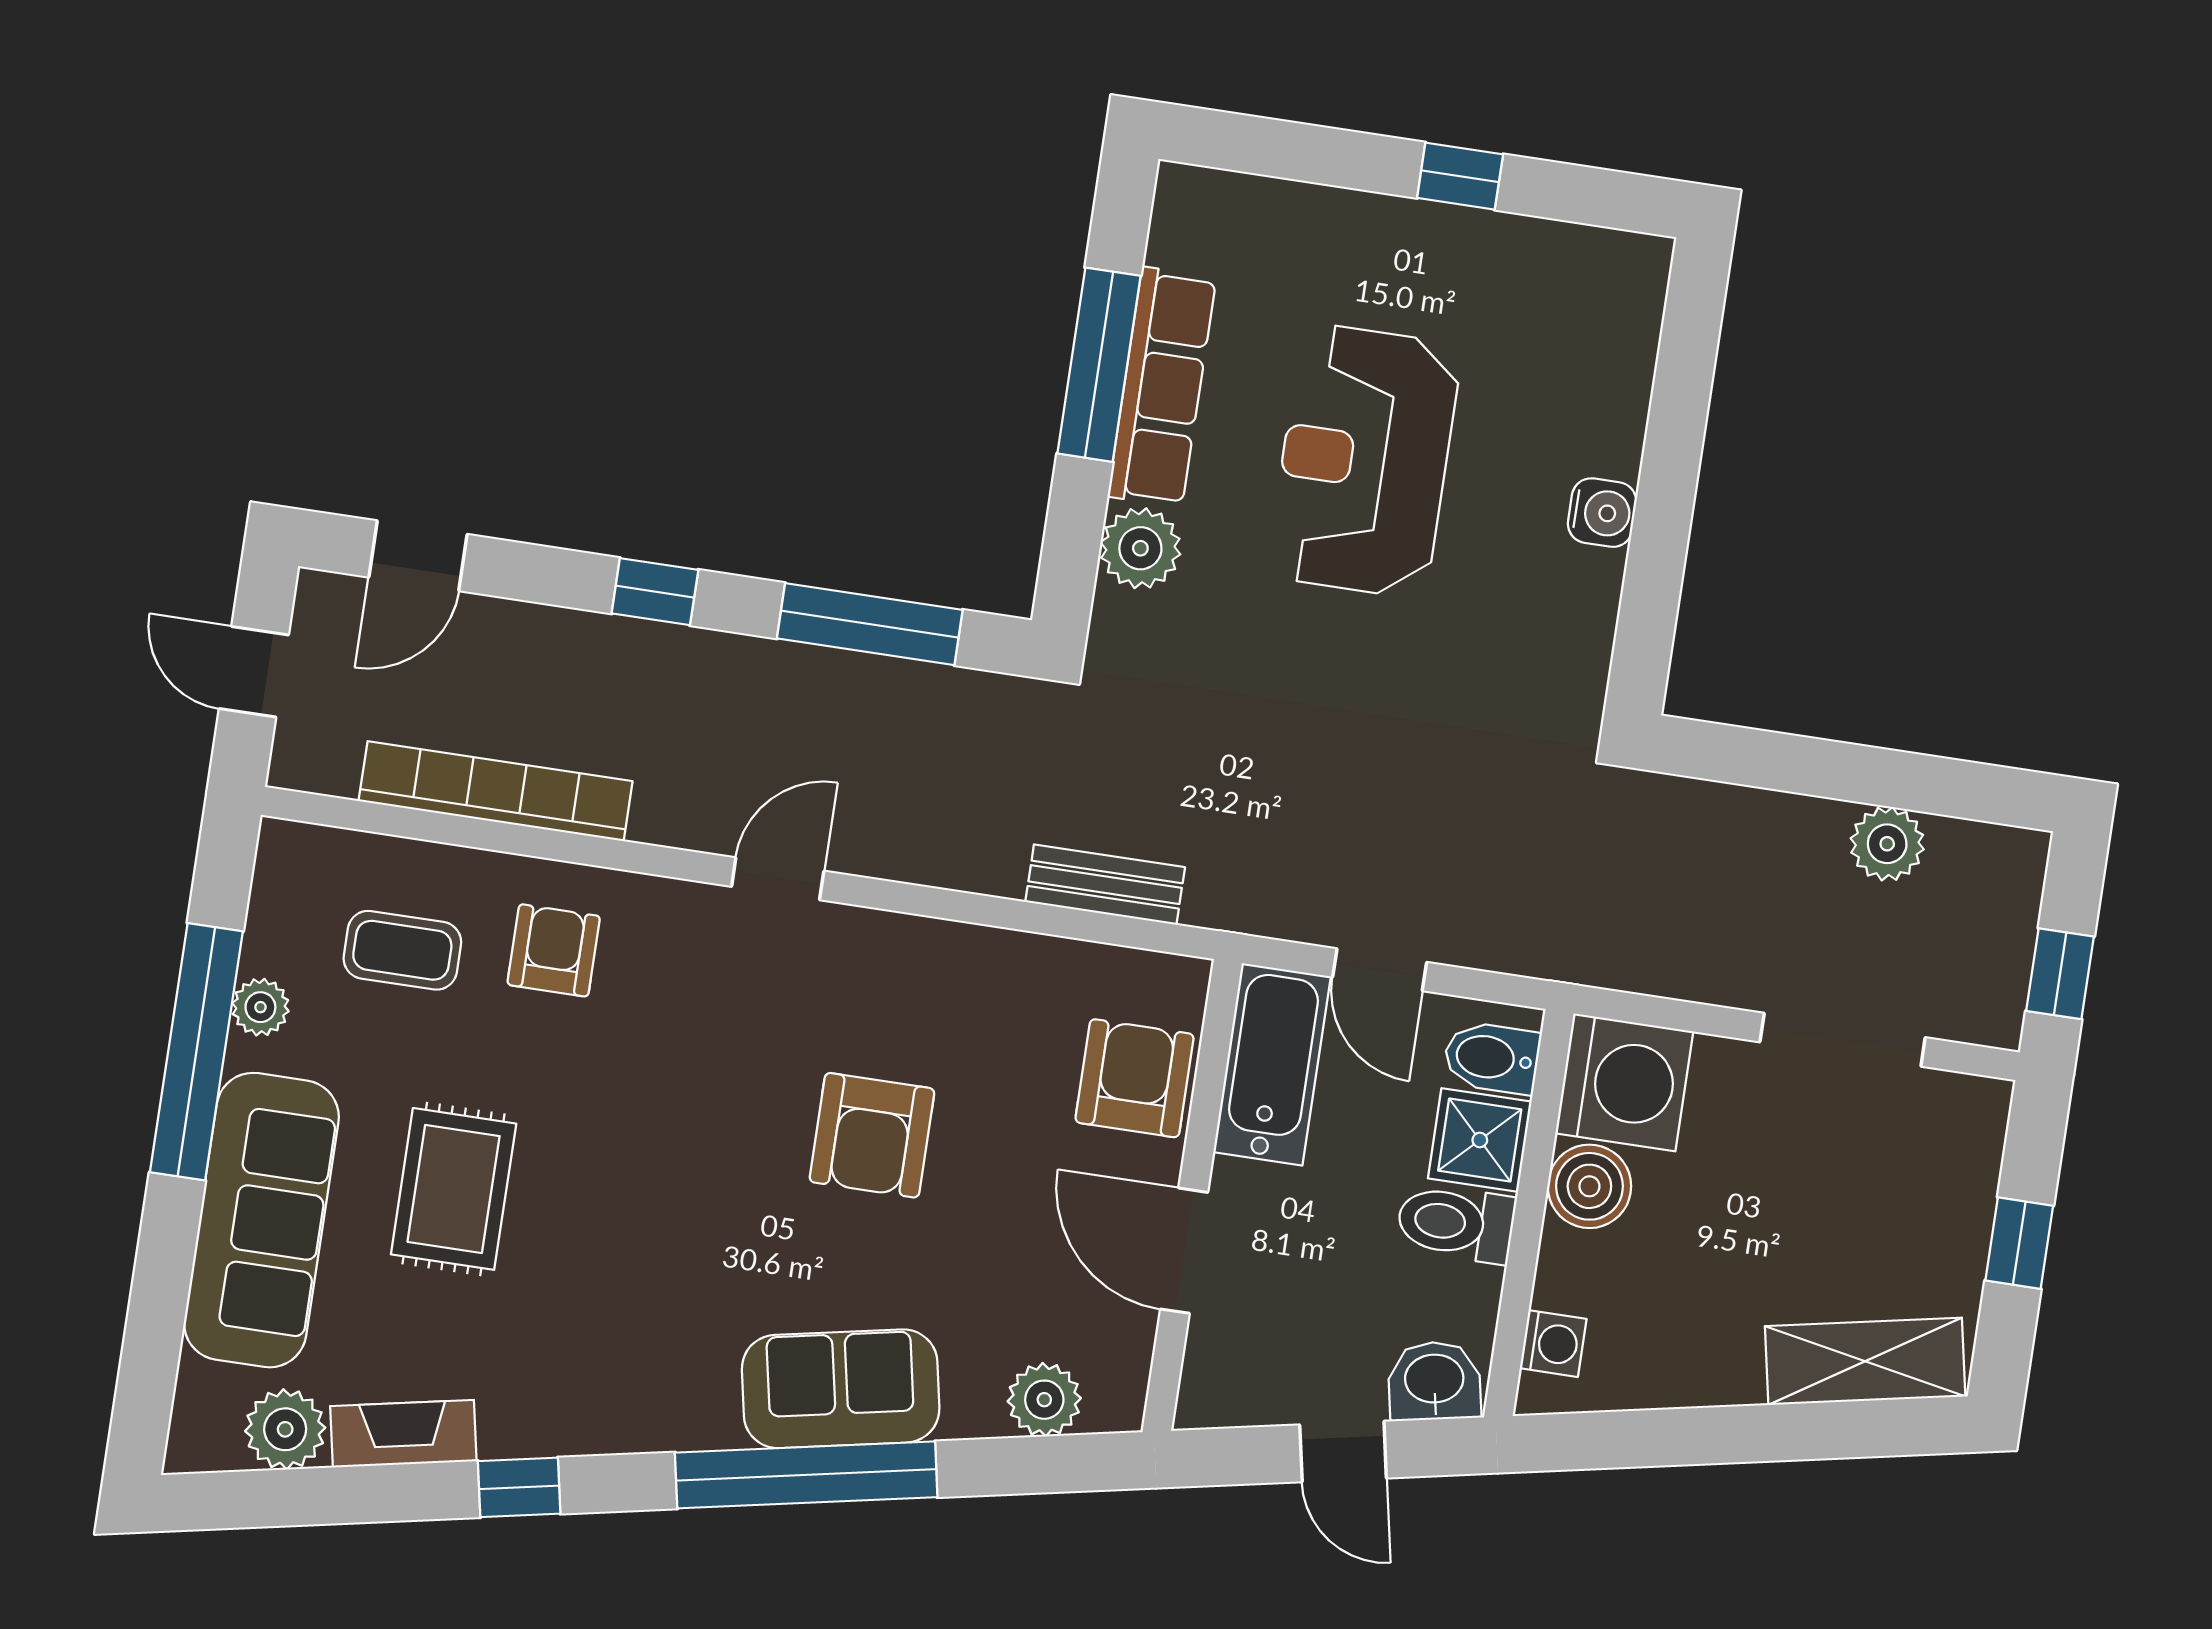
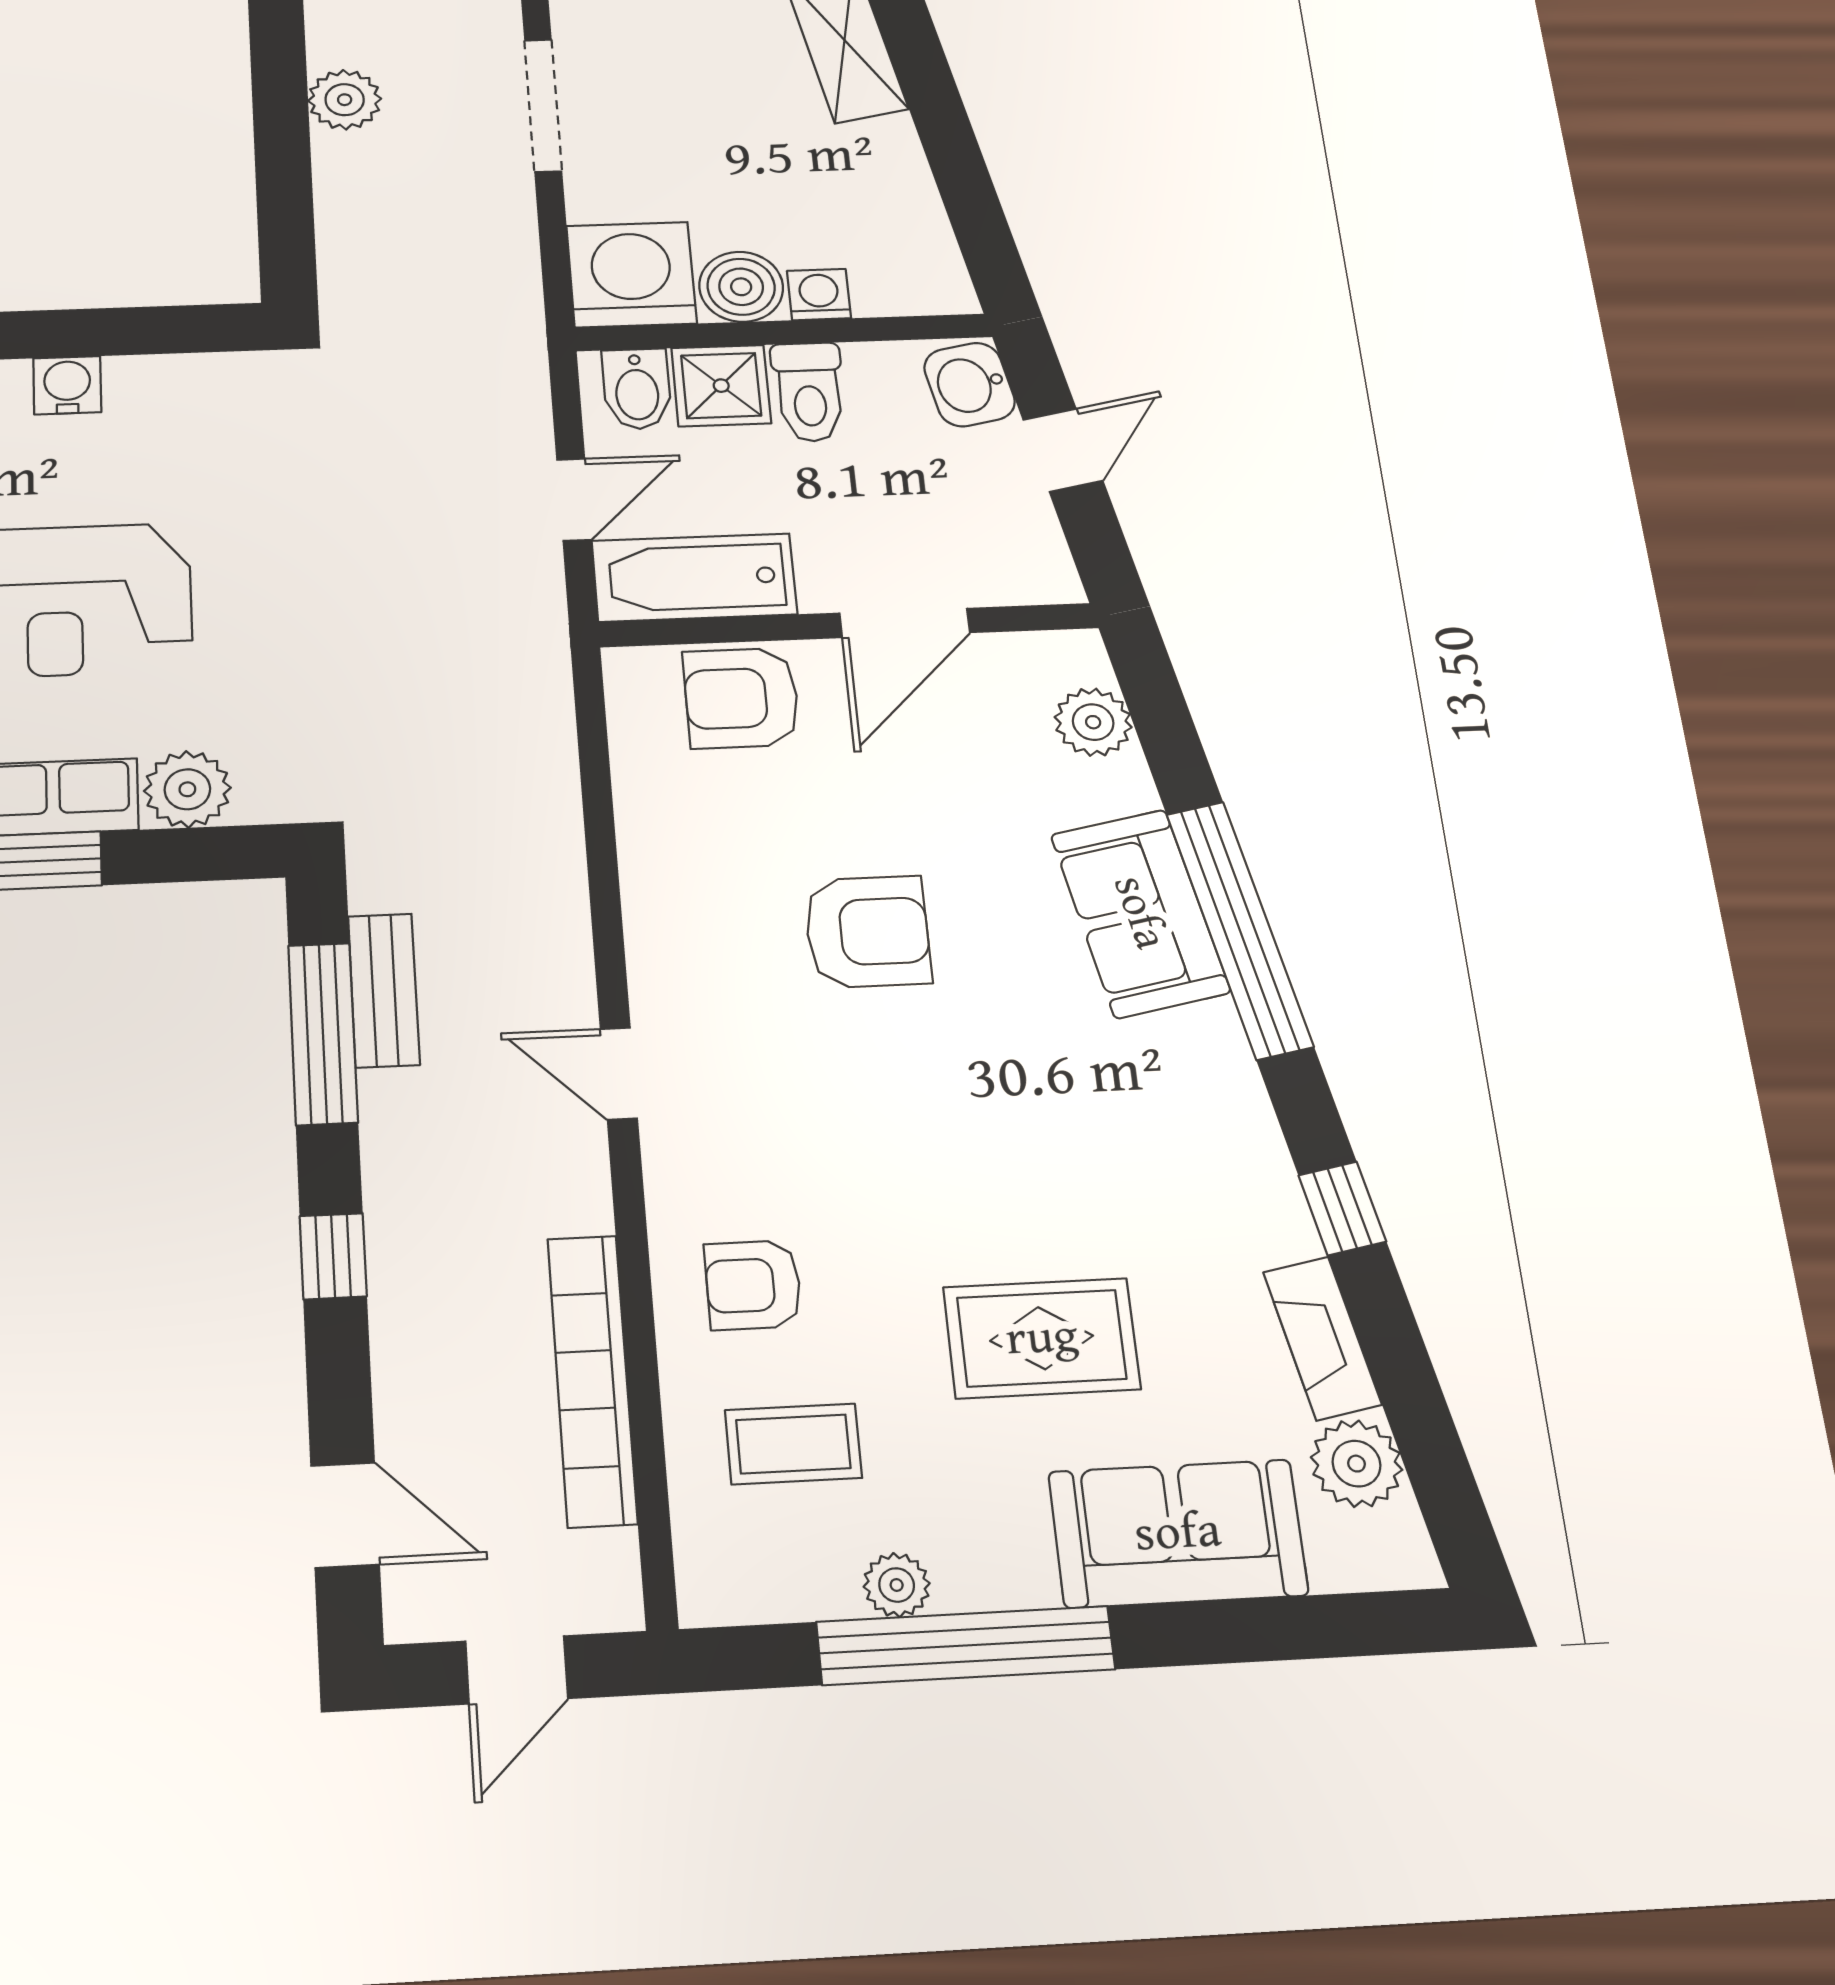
bench: (1105, 885) -> (384, 990), moved
coffee table: (402, 950) -> (793, 1444), turned 90
sofa: (261, 1220) -> (1178, 1533), width x0.73
washing machine: (1553, 1344) -> (819, 295), moved

